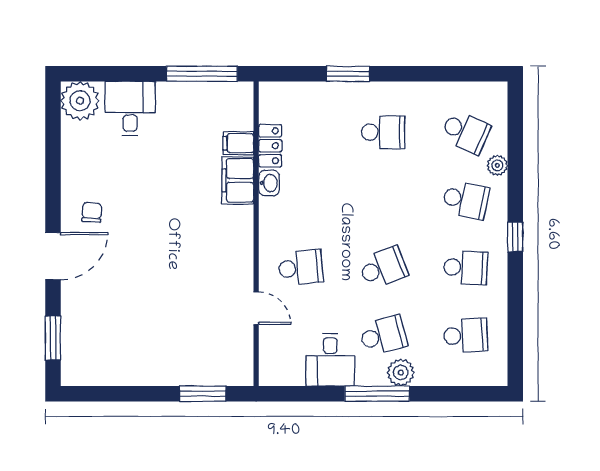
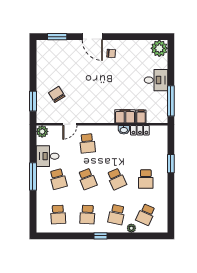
desk: (130, 108) -> (156, 80), moved
school desk: (383, 200) -> (117, 179), added
chair: (187, 339) -> (57, 94), added
plant: (401, 372) -> (42, 131), moved

